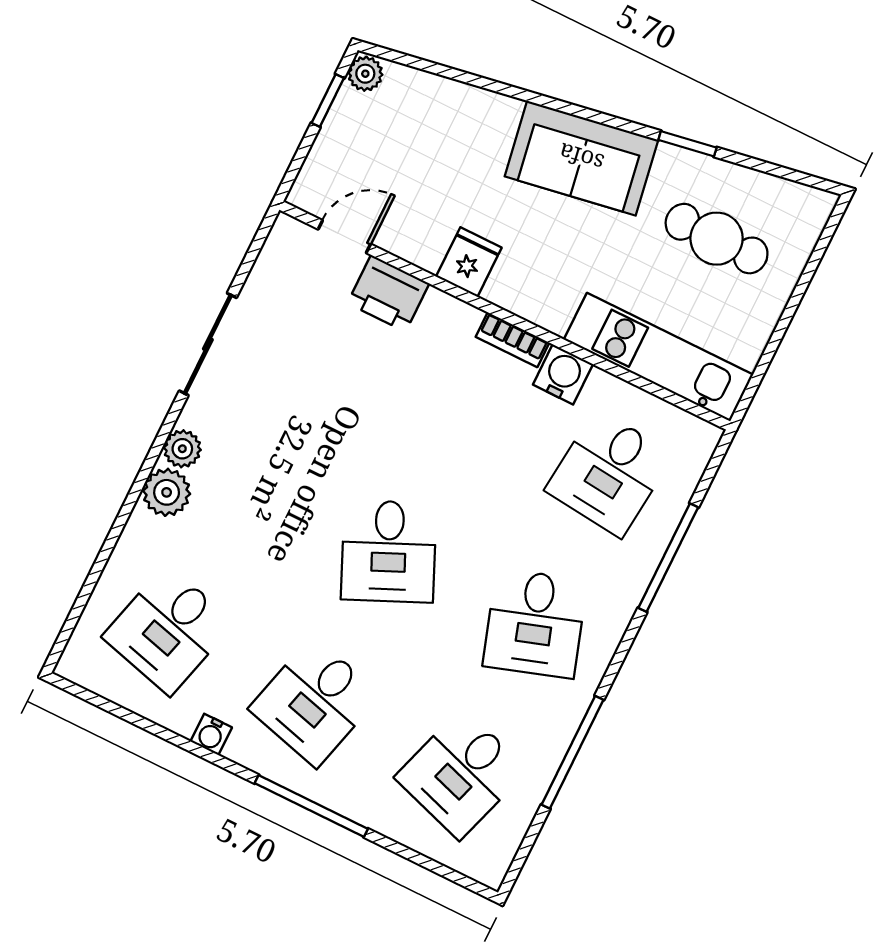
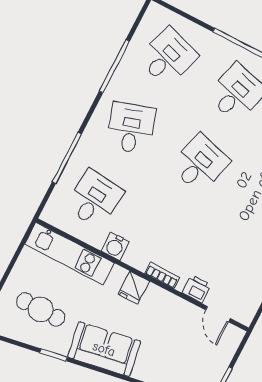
door: (344, 237) -> (218, 314), hinge flipped
fridge: (469, 262) -> (134, 288), moved
printer: (388, 293) -> (196, 289), width x0.73, depth x0.81
bookcase: (513, 340) -> (162, 275), moved
desk: (389, 551) -> (200, 164), turned 39

